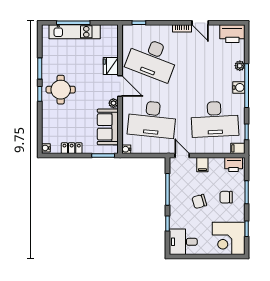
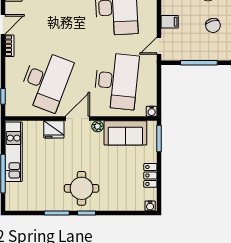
kitchen unit: (75, 32) -> (14, 152), moved

